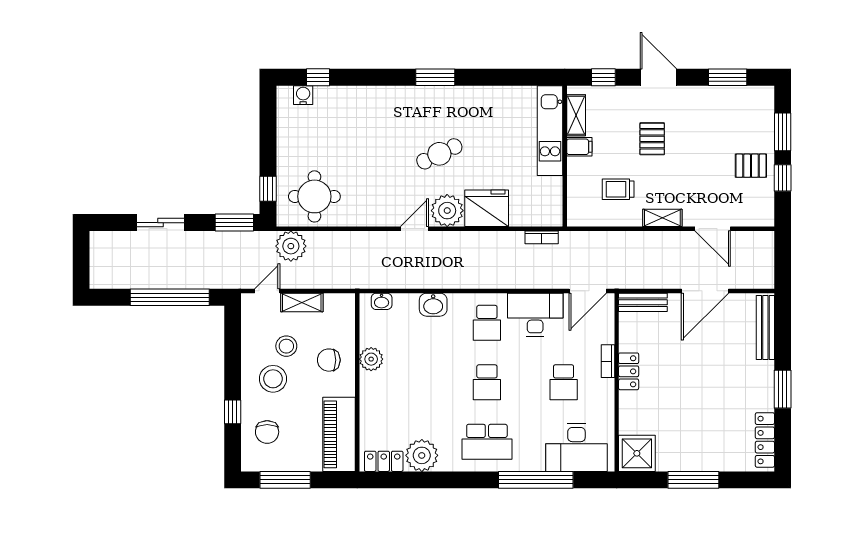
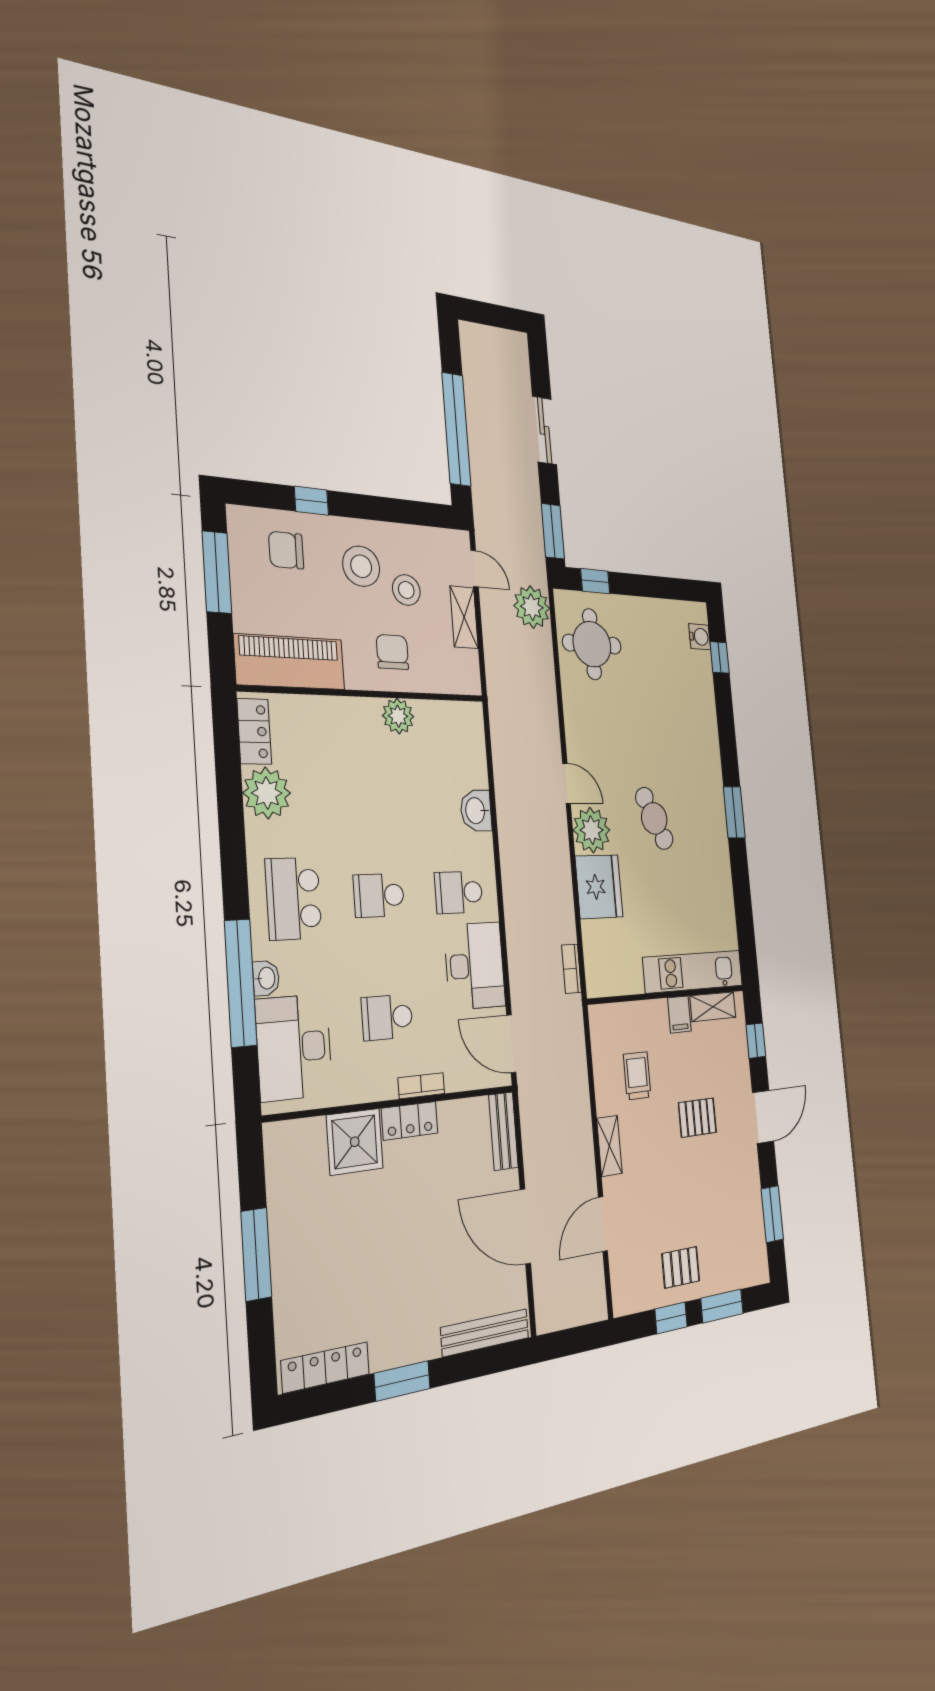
pallet: (751, 166) -> (681, 1267), turned 90
washbasin: (382, 301) -> (266, 978), moved, turned 180
shower: (637, 453) -> (355, 1142), moved

